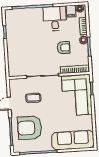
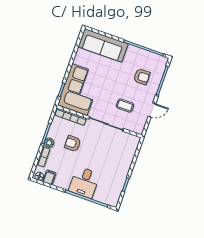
desk: (55, 19) -> (84, 182), moved
armchair: (30, 128) -> (142, 77), width x0.53, depth x0.53

